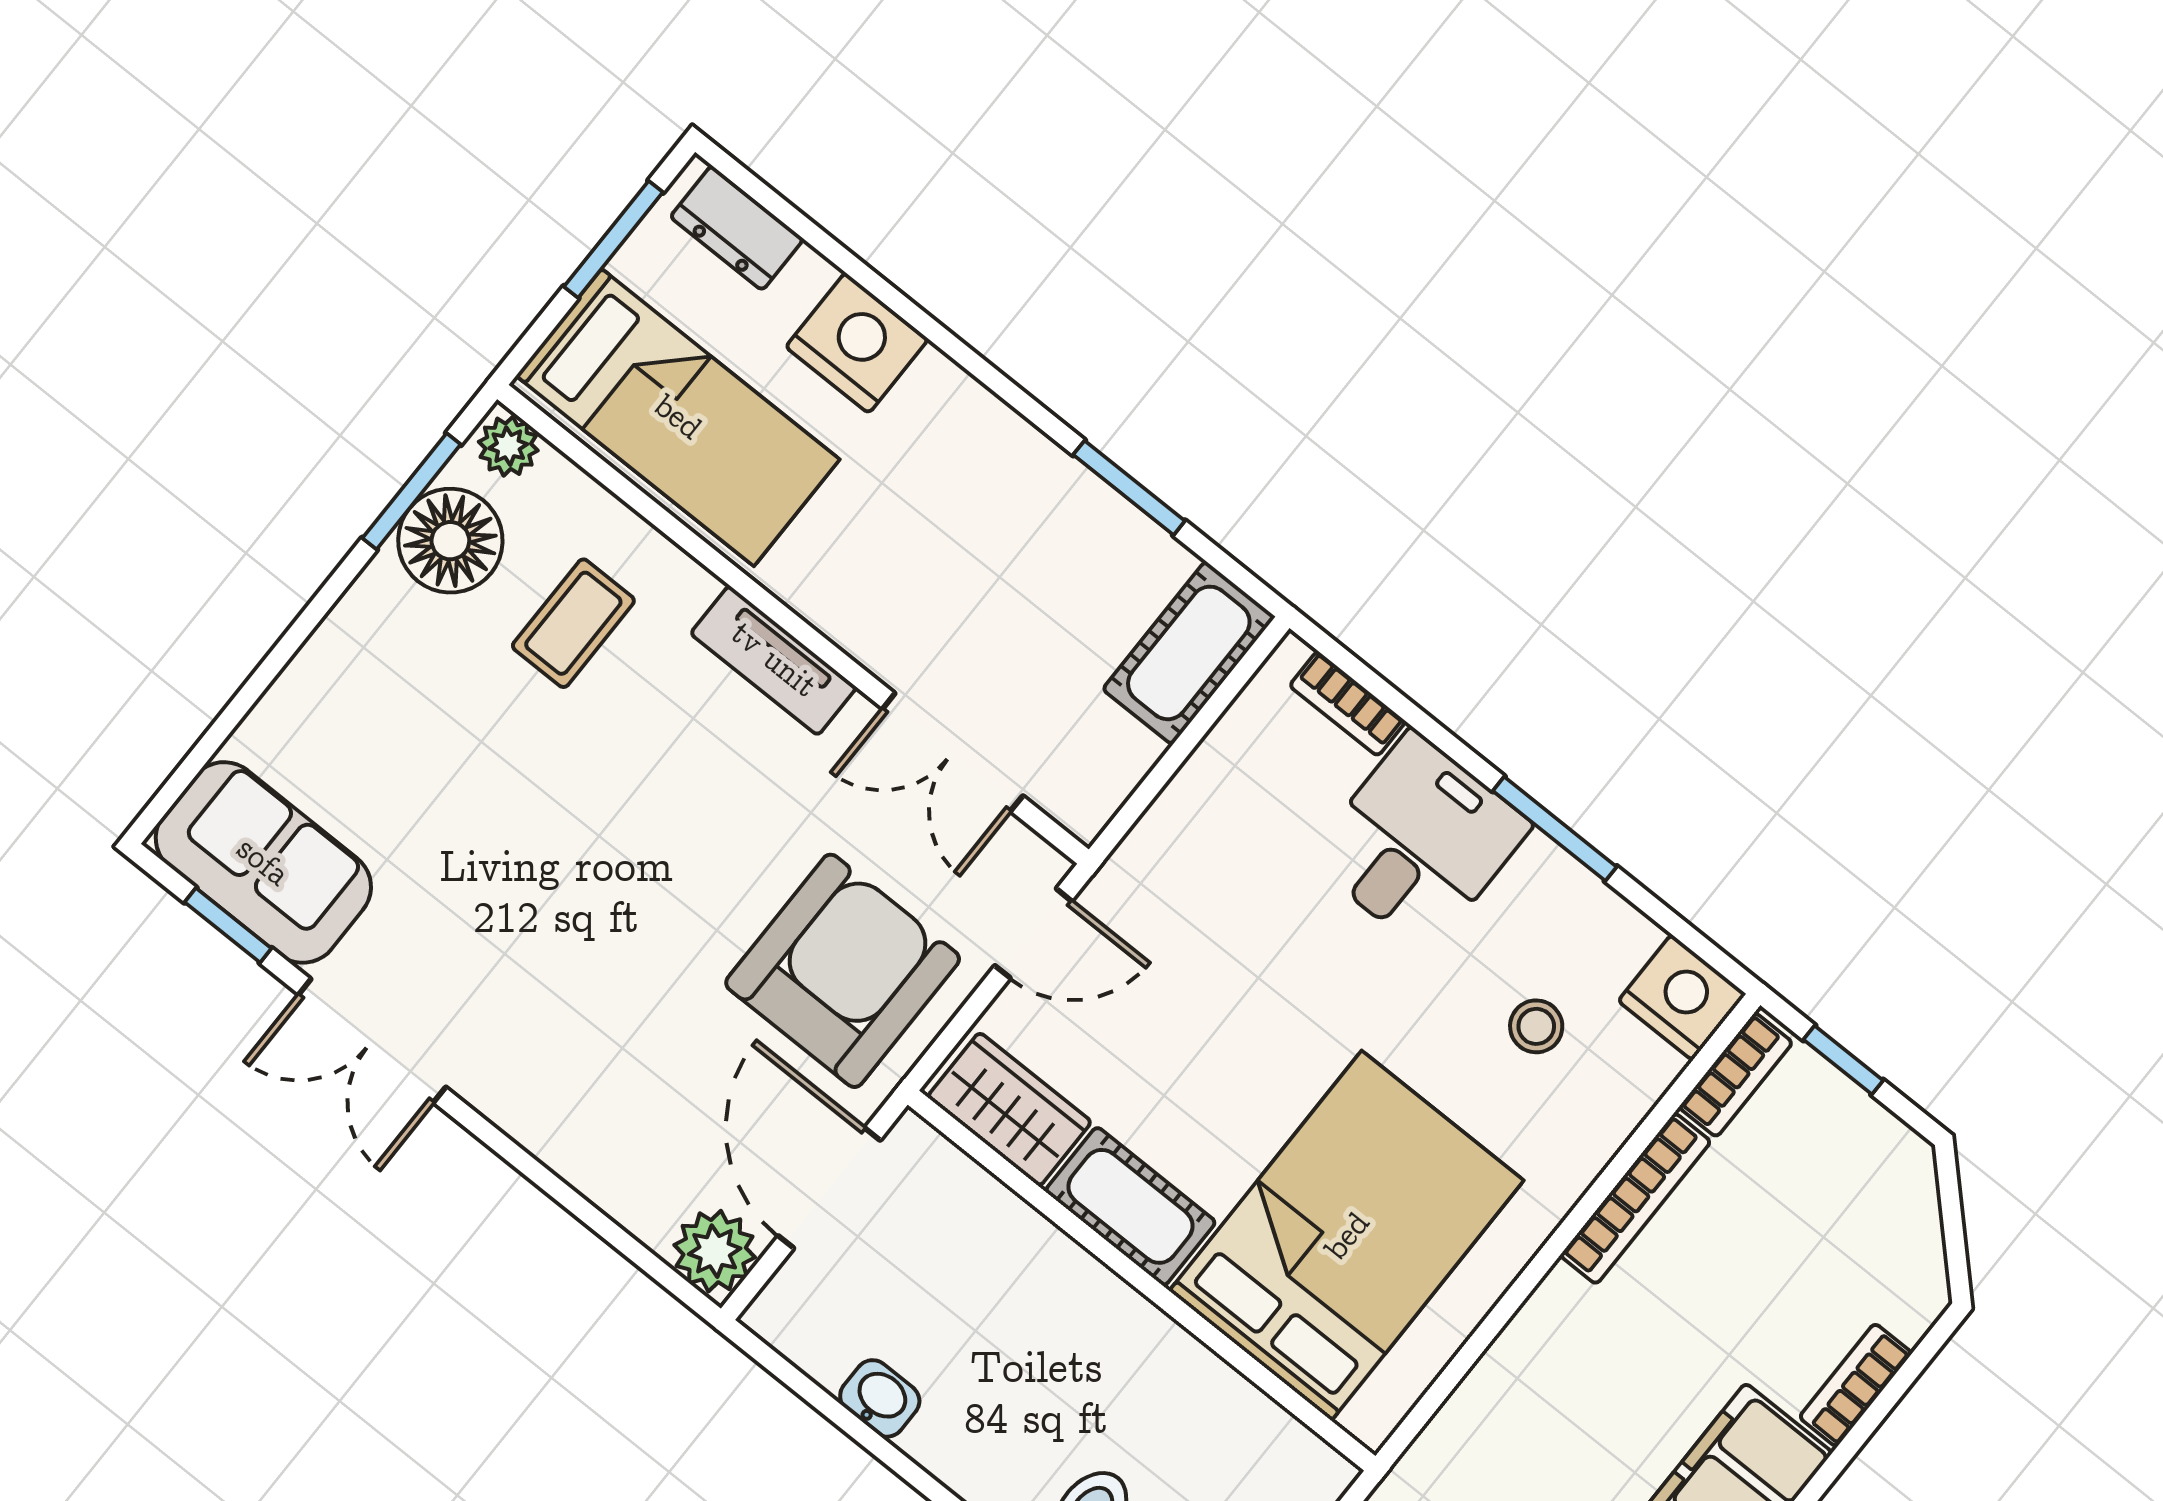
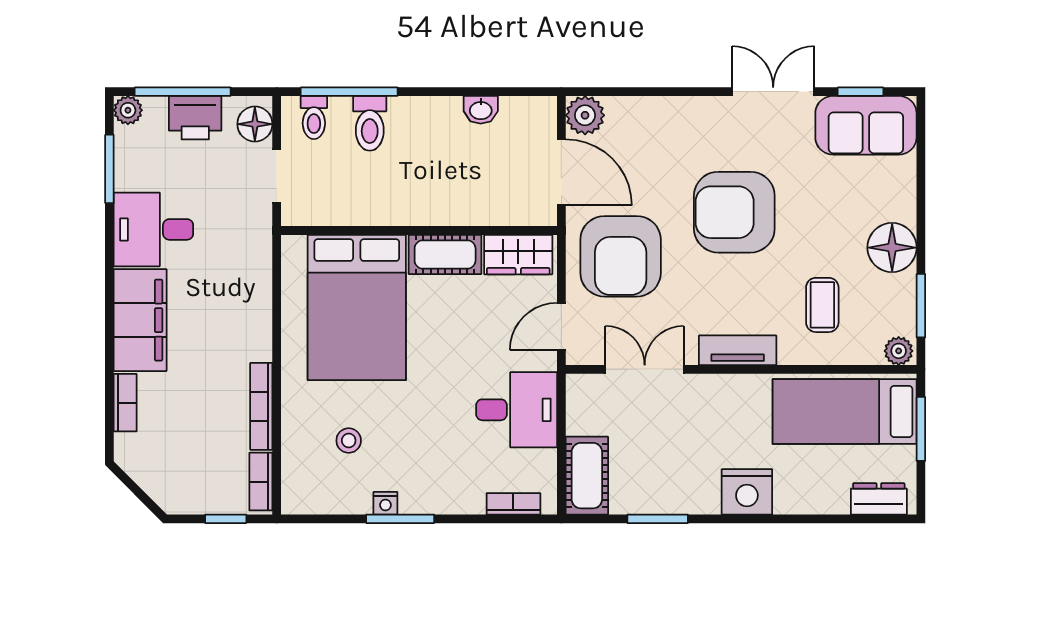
window: (613, 239) -> (921, 429), moved
nightstand: (857, 343) -> (747, 492), moved
floor lamp: (450, 541) -> (892, 248), moved
desk: (1419, 842) -> (517, 410), moved, turned -90
armchair: (596, 893) -> (734, 212), added
nightstand: (1682, 997) -> (385, 503), moved, width x0.53, depth x0.56

